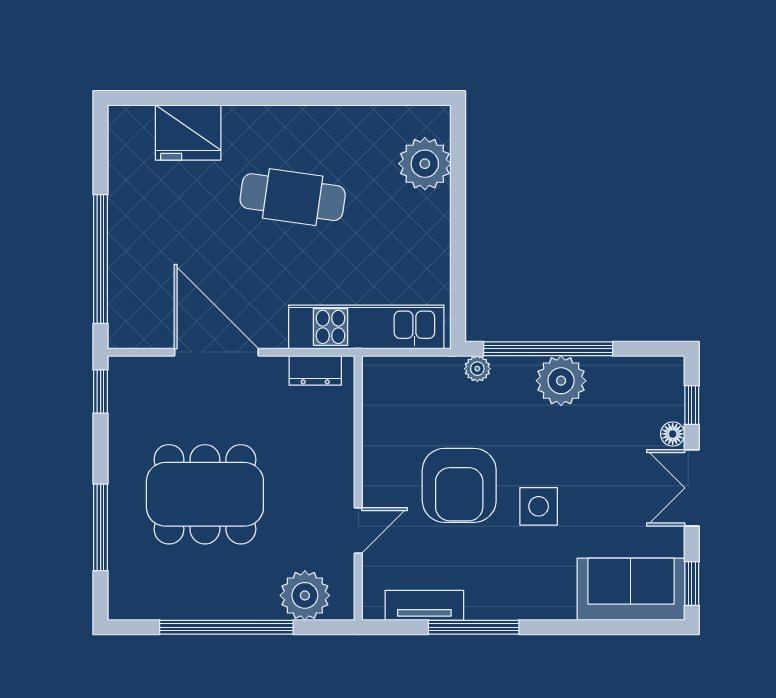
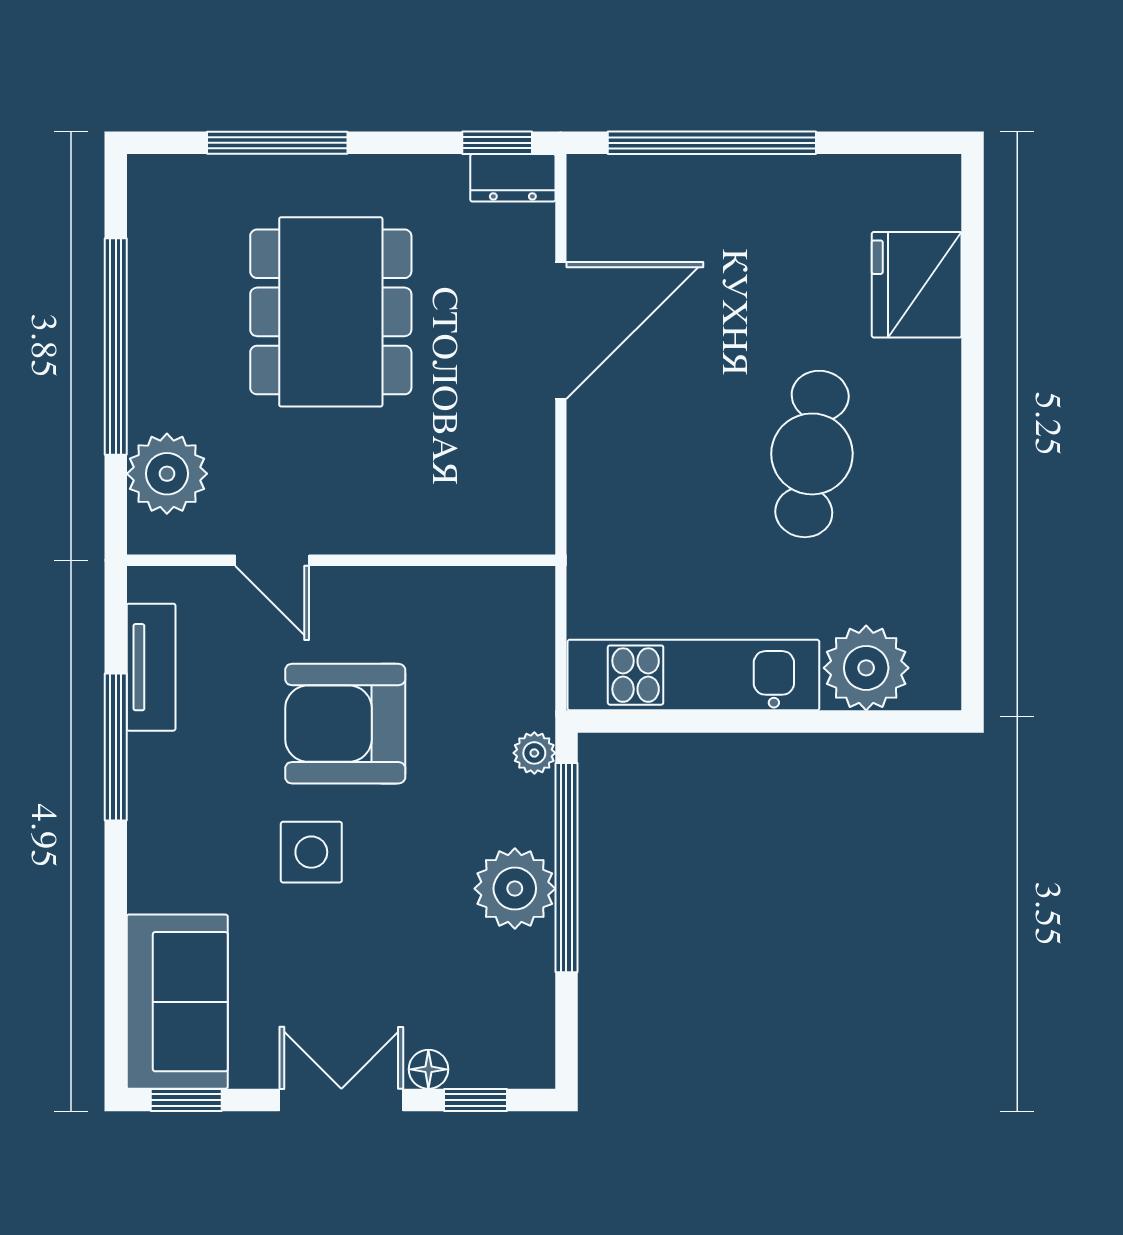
kitchen unit: (366, 327) -> (693, 675), moved, turned -90
dresser: (315, 370) -> (513, 178), moved, turned -90

